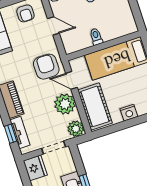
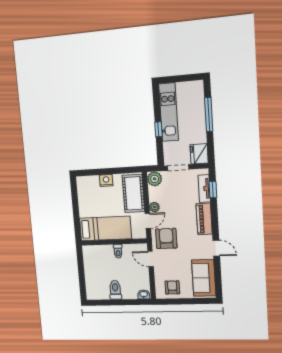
door: (53, 26) -> (151, 259), moved
armchair: (46, 67) -> (166, 238), turned 180
door: (71, 80) -> (148, 221), hinge flipped
plant: (65, 104) -> (154, 207), width x0.53, depth x0.53

